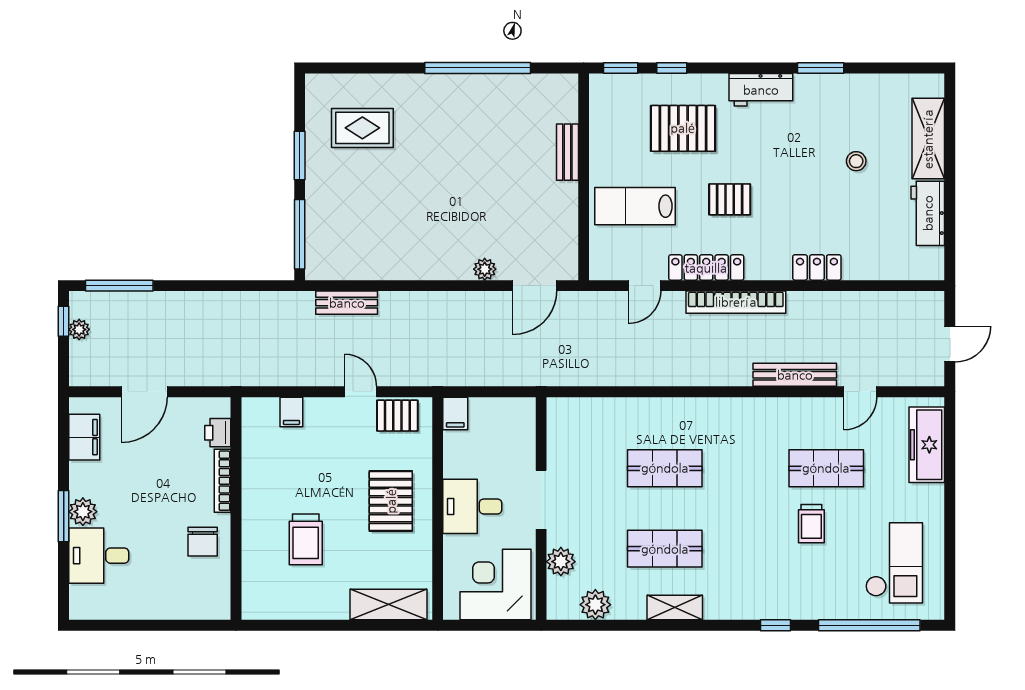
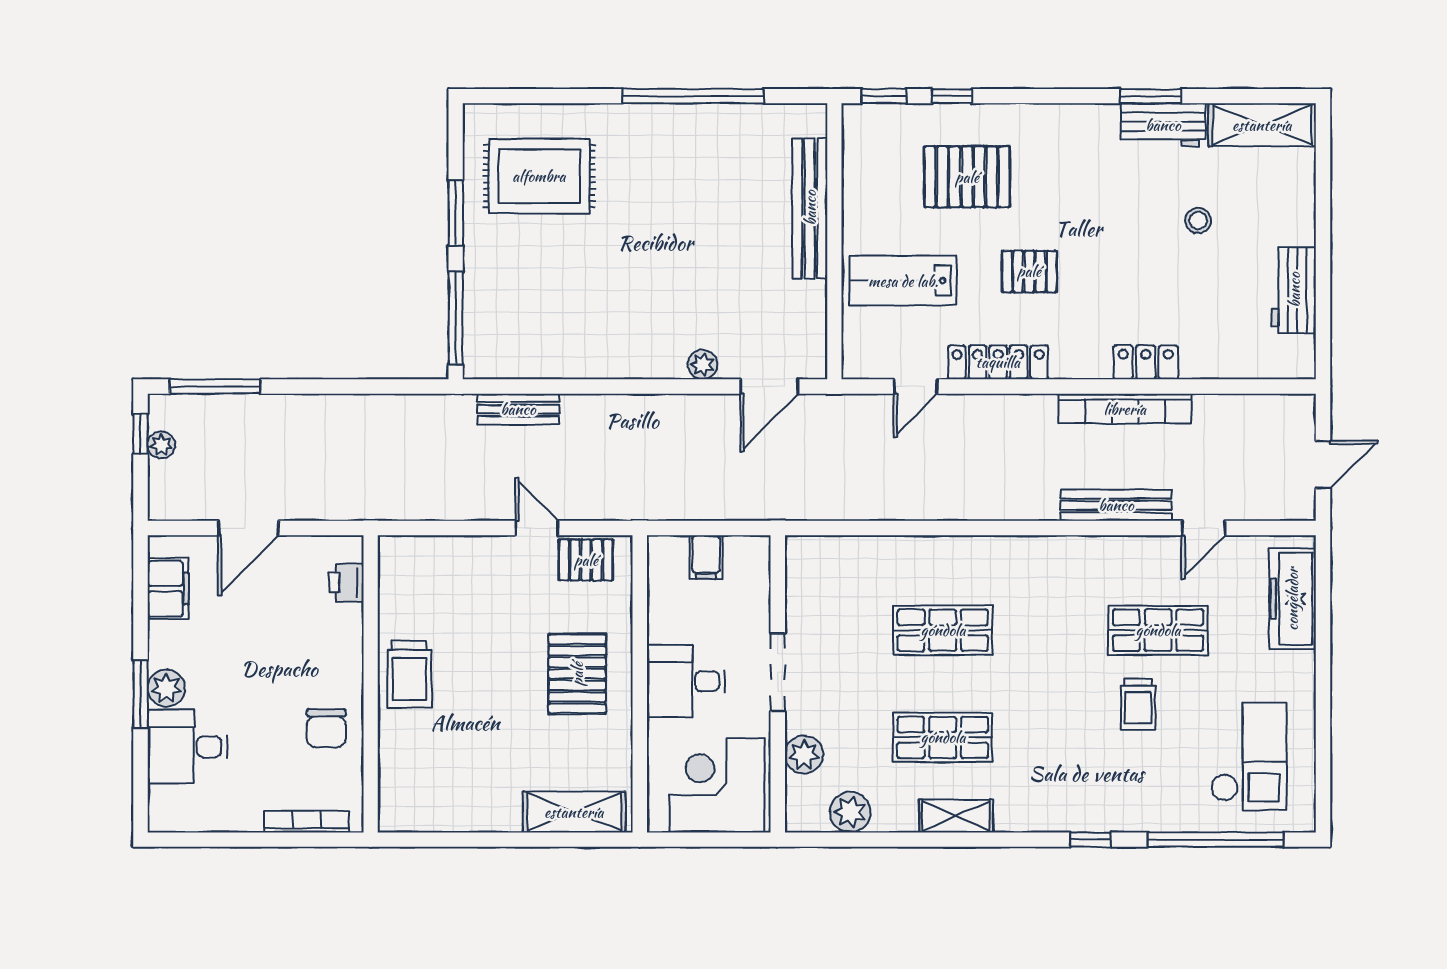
workbench: (761, 90) -> (1163, 125), moved
rug: (362, 128) -> (539, 176), width x1.36, depth x1.43
shelving: (928, 139) -> (1262, 125), moved, turned 90
bench: (567, 152) -> (810, 208), width x1.86, depth x1.21
bookcase: (736, 302) -> (1125, 409), moved
filing cabinet: (291, 412) -> (445, 555), removed
filing cabinet: (455, 413) -> (706, 557), moved
bookcase: (223, 481) -> (307, 822), moved, turned 90
trolley: (306, 539) -> (409, 674), moved

